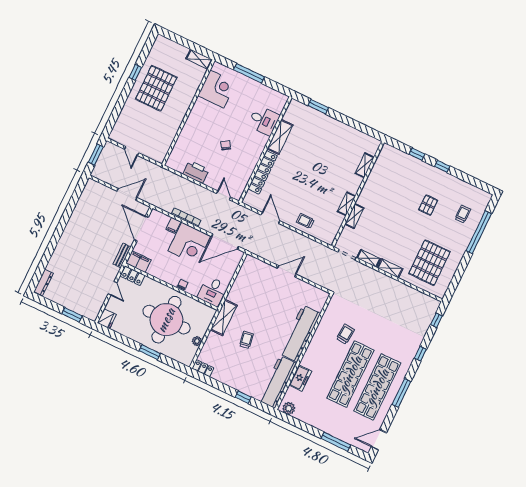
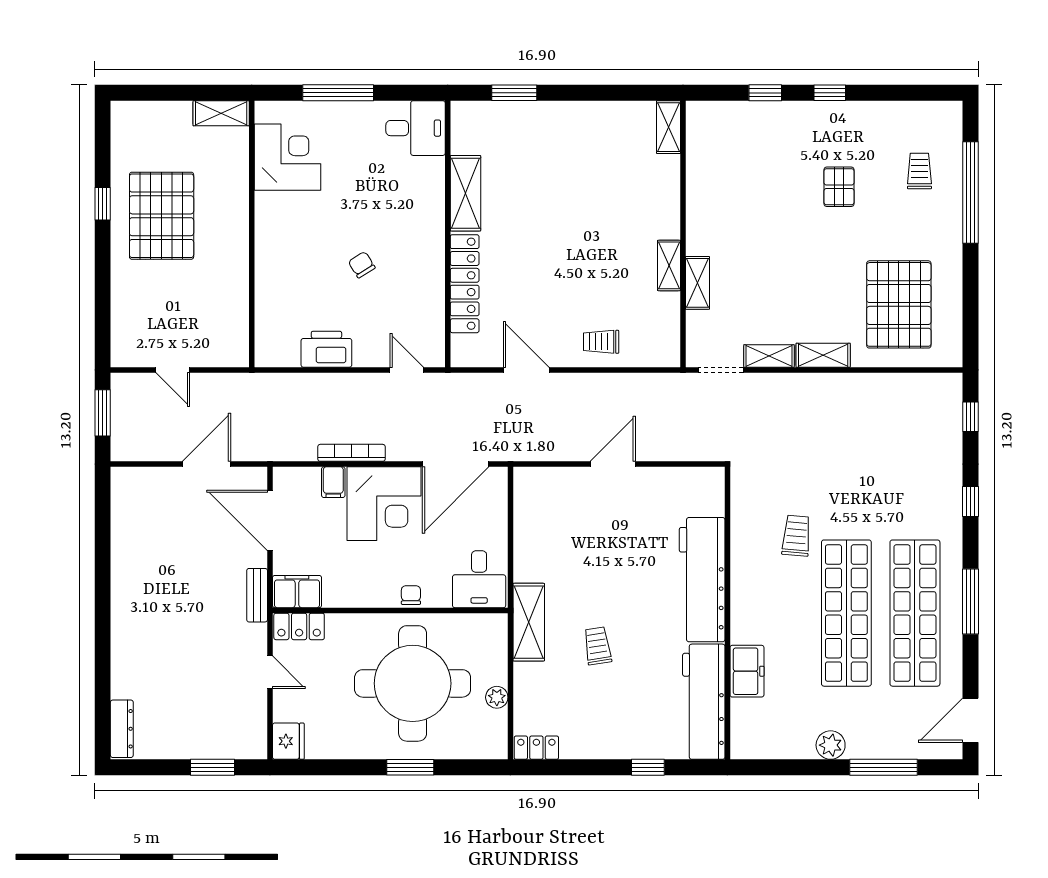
desk: (264, 120) -> (416, 128), moved
shelving: (365, 165) -> (668, 127), moved
plant: (289, 408) -> (831, 745), moved

